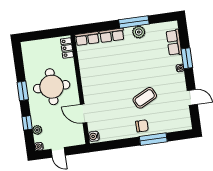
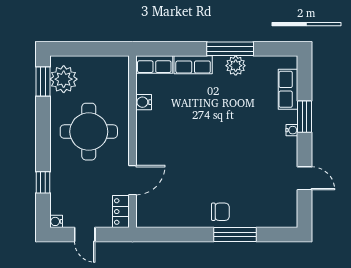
locker: (67, 48) -> (121, 212), moved
window: (23, 91) -> (43, 82), moved
coffee table: (145, 98) -> (231, 169), removed
door: (84, 114) -> (132, 180), swing flipped
plant: (37, 130) -> (64, 79), moved, width x1.88, depth x1.88
water cooler: (94, 136) -> (144, 102), moved

